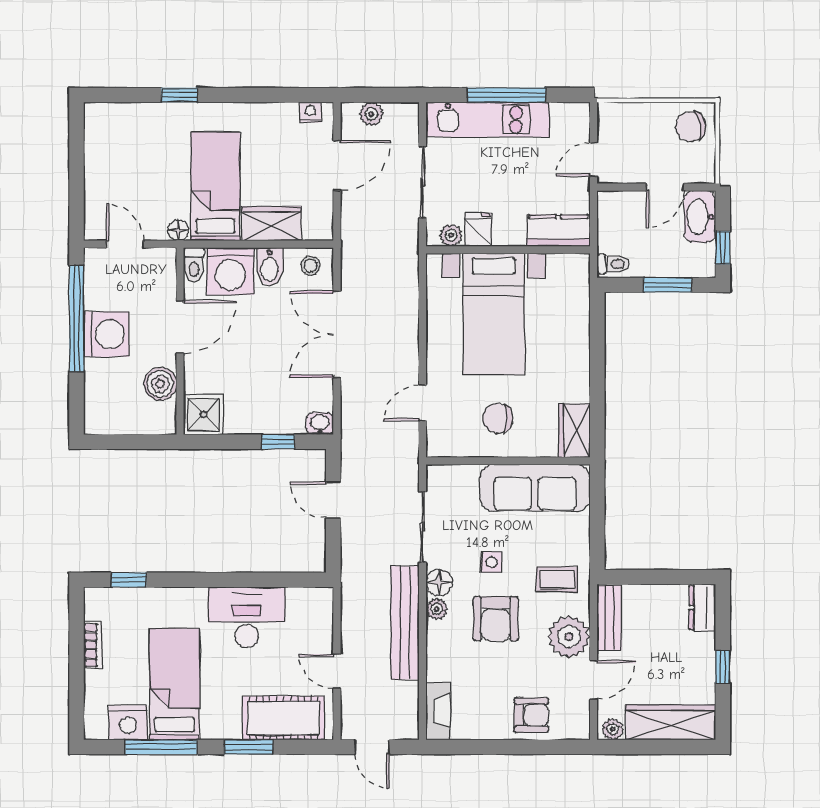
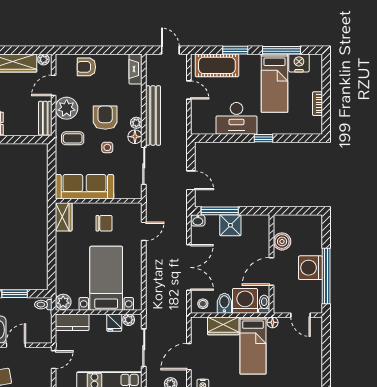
plant: (575, 269) -> (63, 302), added
shower: (203, 415) -> (230, 225), moved
window: (278, 442) -> (220, 211), width x2.17
window: (129, 580) -> (264, 138), moved

